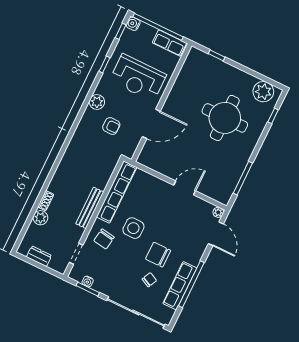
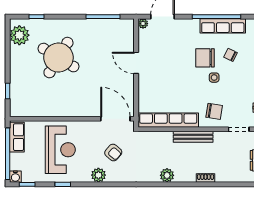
round table: (225, 118) -> (58, 58), turned 31
door: (151, 124) -> (115, 119), moved
armchair: (111, 126) -> (113, 153), turned 131
plant: (40, 218) -> (167, 175), moved
side table: (133, 228) -> (214, 78), moved, width x0.54, depth x0.54
chair: (158, 255) -> (205, 58), turned 90

